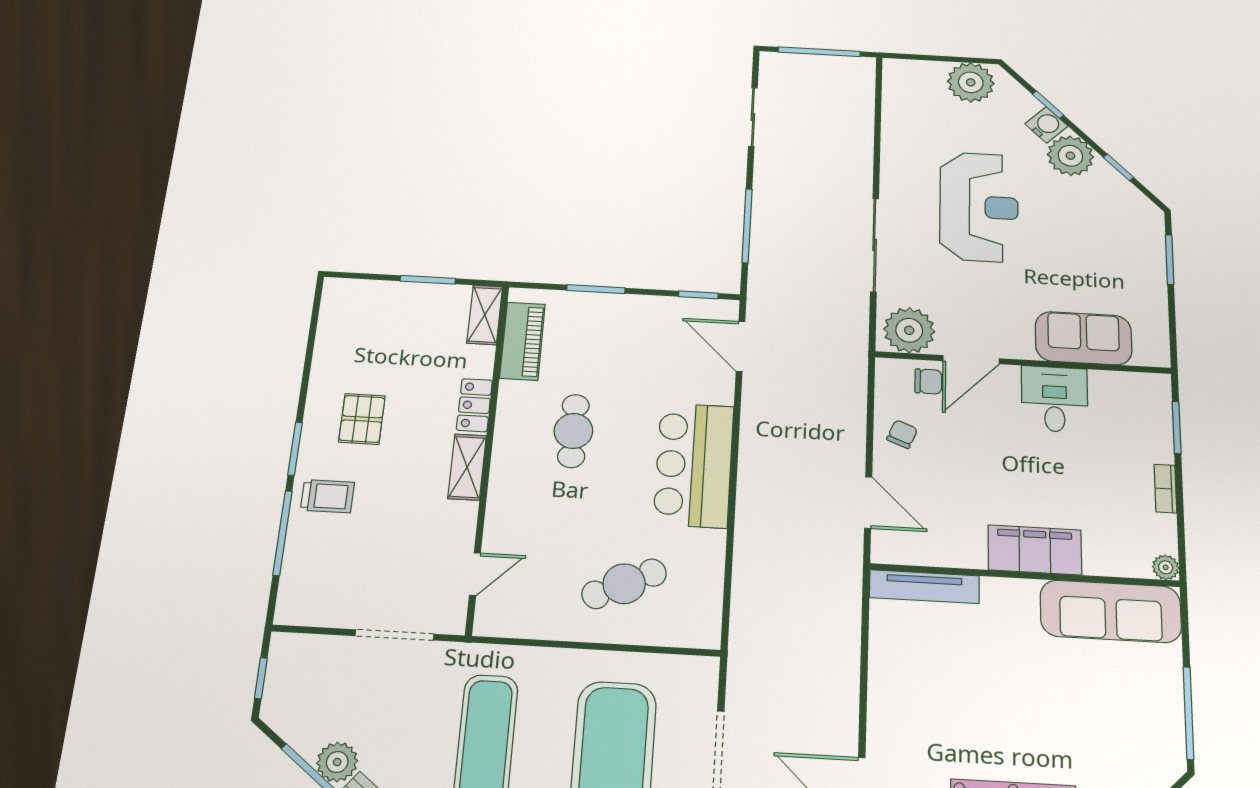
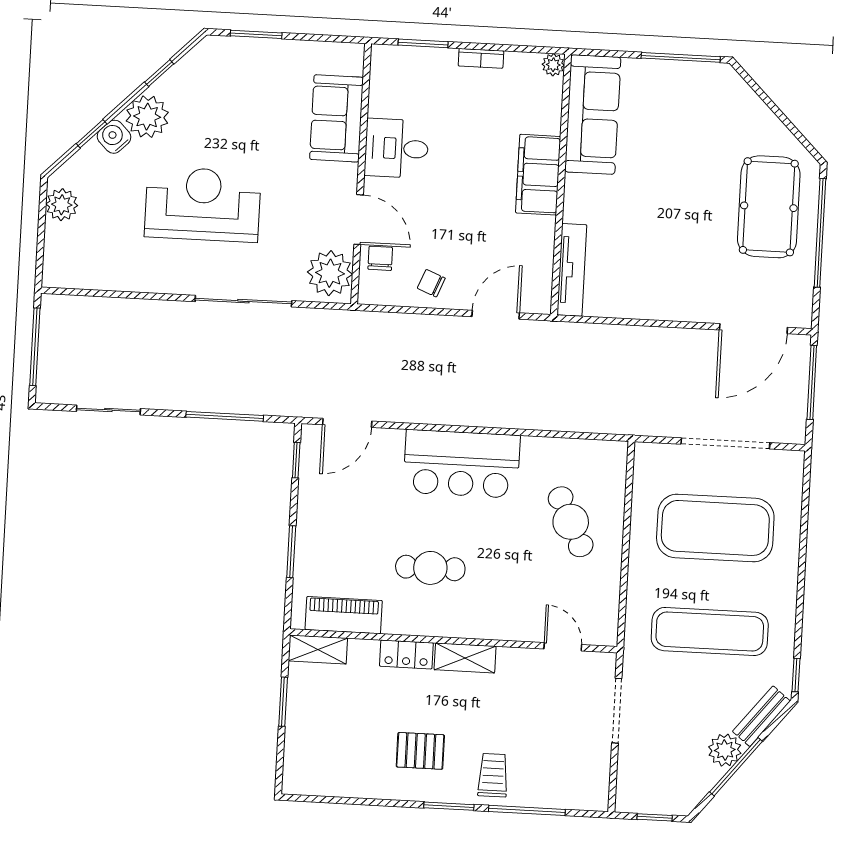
plant: (971, 82) -> (62, 205), width x0.73, depth x0.73

